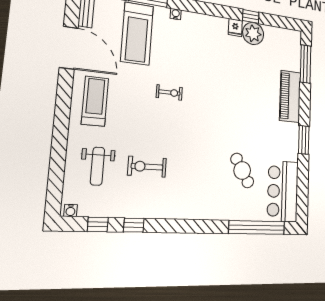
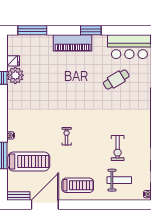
fridge: (235, 28) -> (13, 61), moved
piano: (290, 96) -> (73, 43), moved
treadmill: (95, 101) -> (78, 185), turned 180

